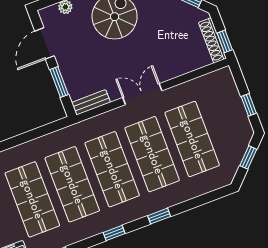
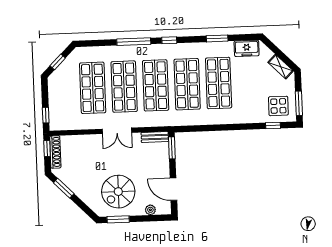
door: (45, 43) -> (173, 189), swing flipped
window: (59, 82) -> (172, 148), moved
window: (249, 105) -> (46, 115), moved
window: (159, 216) -> (134, 42), width x2.17

